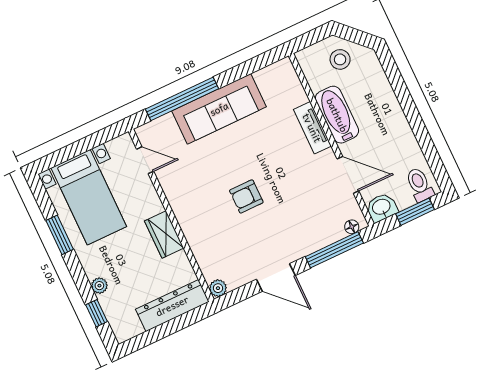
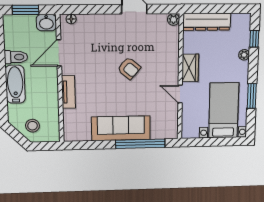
bathtub: (337, 115) -> (15, 84), moved, turned 180
door: (145, 160) -> (180, 94), moved
door: (348, 175) -> (59, 53), hinge flipped
toilet: (420, 185) -> (16, 57), moved, turned -90
armchair: (246, 196) -> (129, 68), turned 40
window: (334, 250) -> (89, 9), removed

